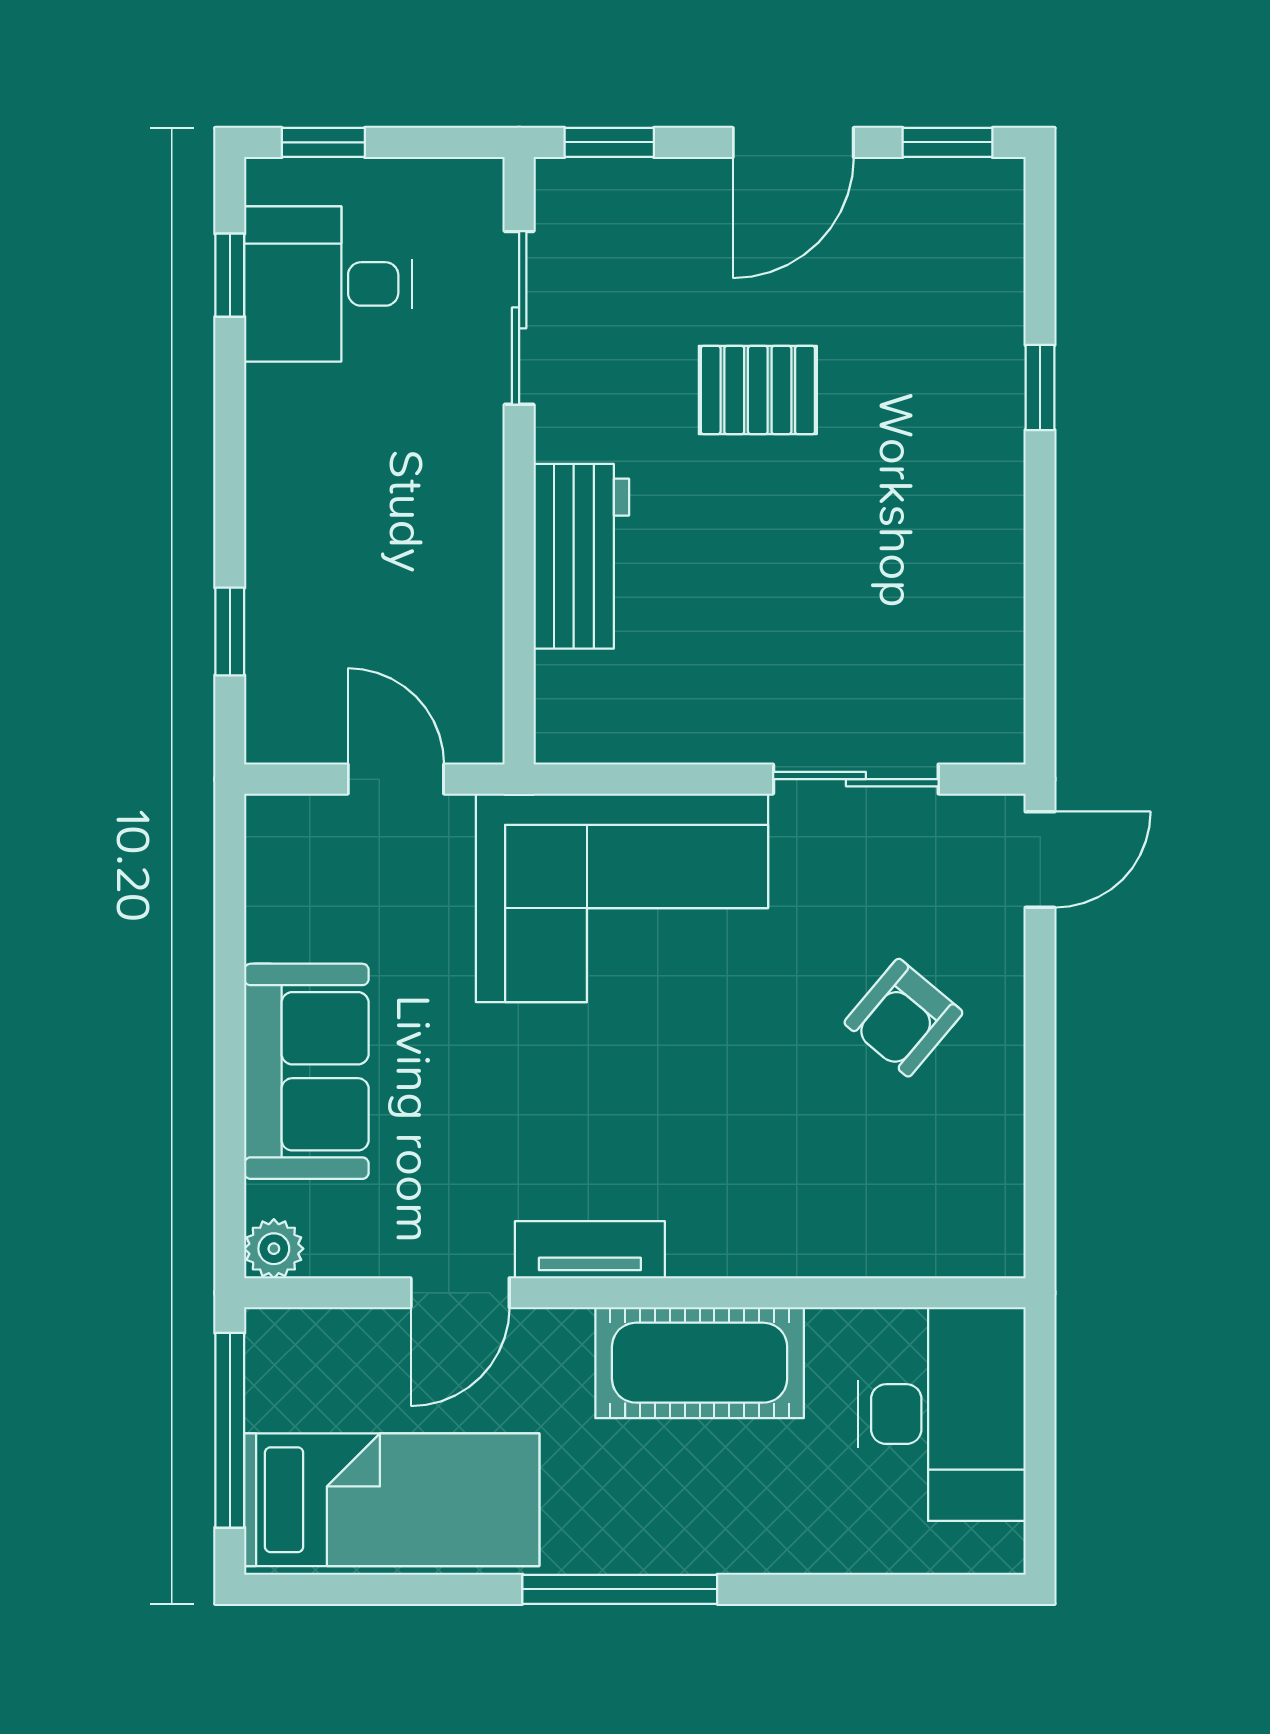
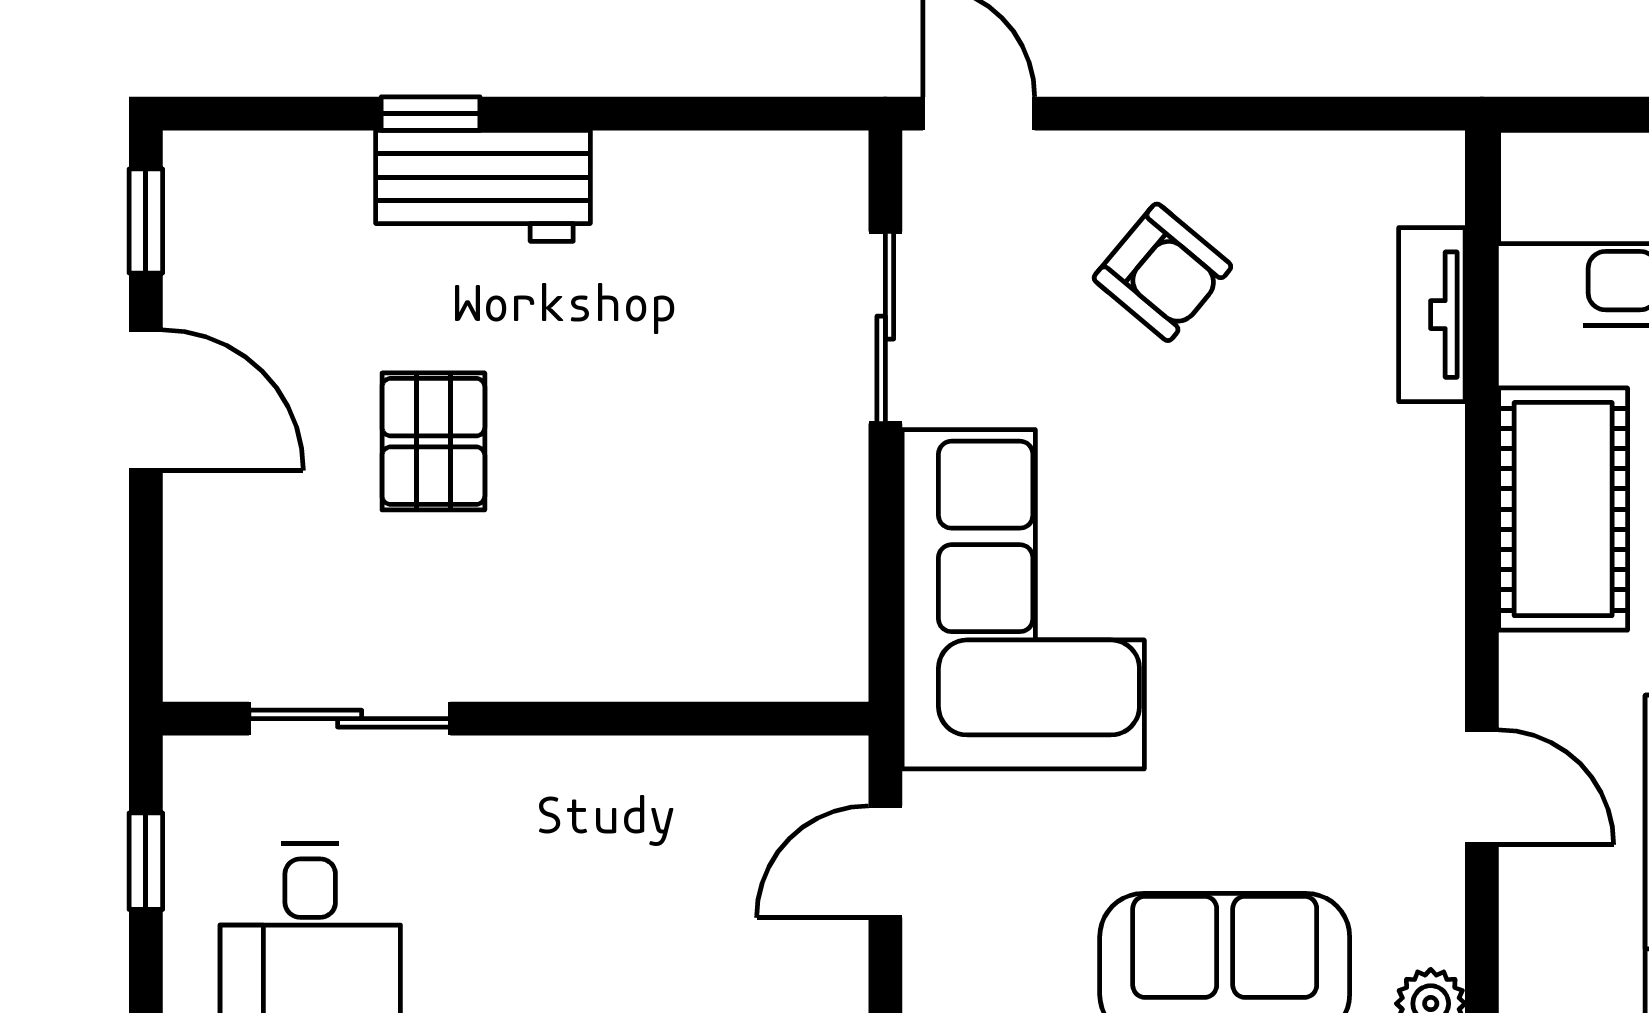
window: (323, 142) -> (146, 861), moved
window: (609, 142) -> (146, 614), removed
workbench: (581, 556) -> (483, 186), moved, turned 180
tv unit: (590, 1250) -> (1432, 315), moved

